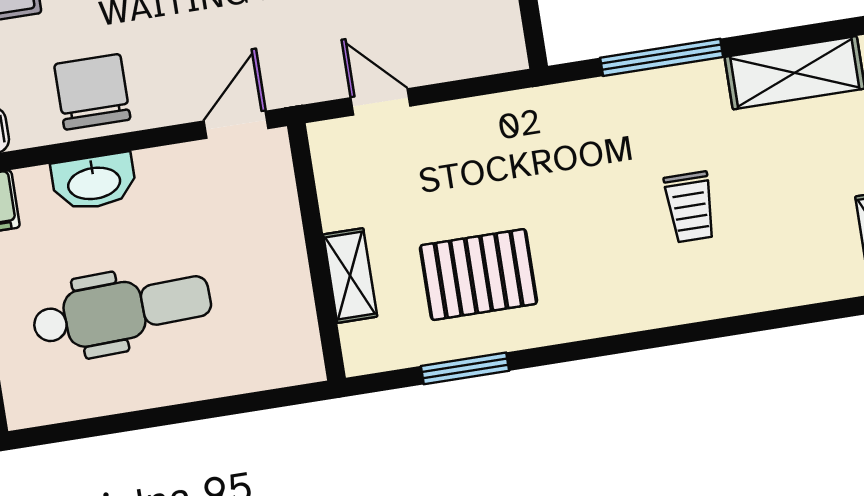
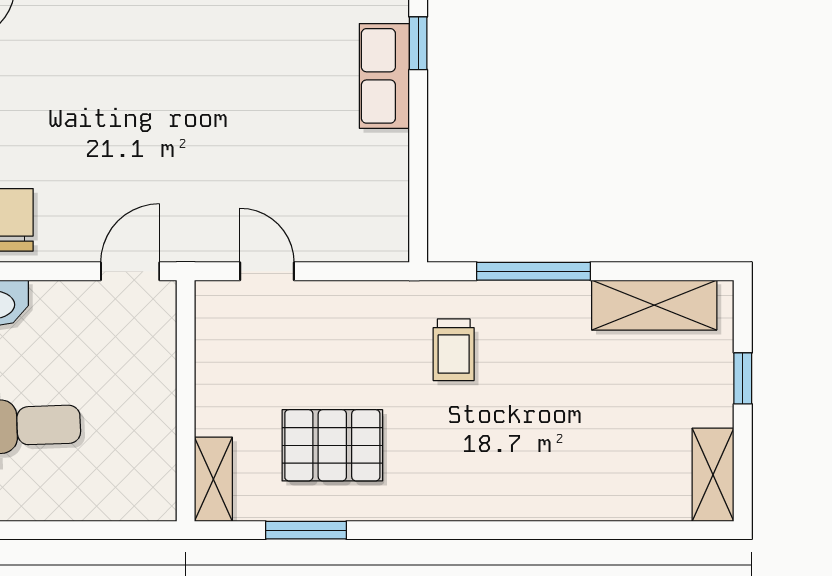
trolley: (690, 207) -> (454, 350), moved
shelving: (350, 276) -> (213, 479), moved

